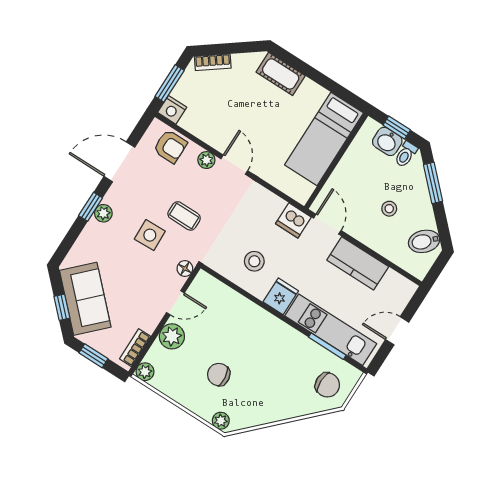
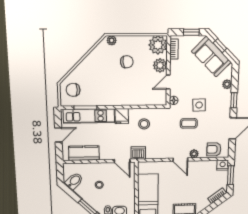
plant: (103, 213) -> (227, 84), moved
kitchen counter: (358, 263) -> (84, 153), moved
plant: (145, 372) -> (158, 45), width x1.87, depth x1.87

